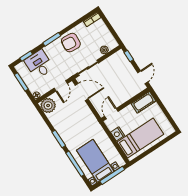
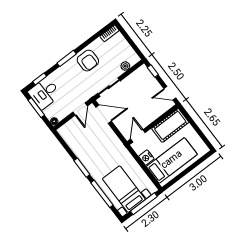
armchair: (71, 43) -> (88, 61), turned -95
desk: (39, 64) -> (44, 93), moved, turned -90
door: (143, 77) -> (170, 93), swing flipped
cot: (143, 102) -> (170, 125), width x1.37, depth x1.34
plant: (48, 105) -> (68, 132), removed

